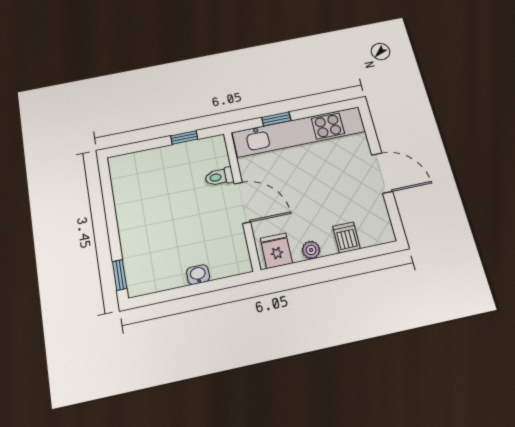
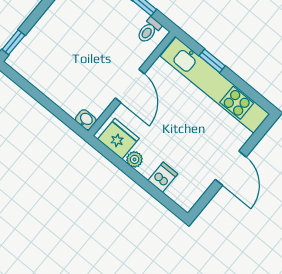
toilet: (219, 177) -> (149, 30), moved, turned -90
fridge: (276, 251) -> (118, 139), width x1.38
washbasin: (198, 275) -> (86, 120), moved

